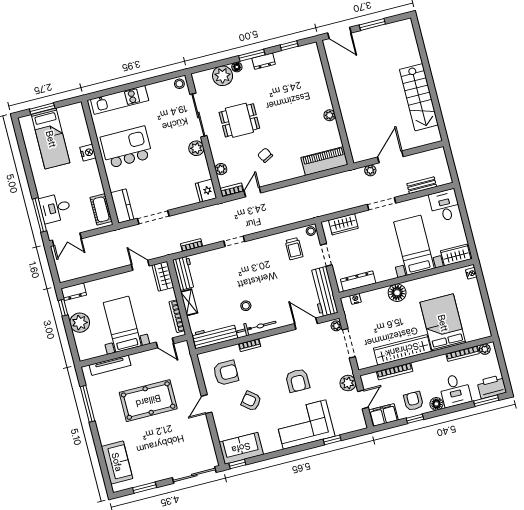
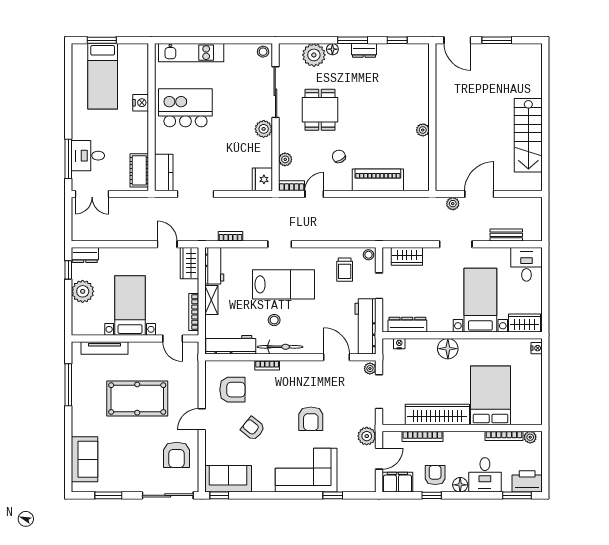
dining table: (239, 120) -> (320, 110), turned 90
piano: (324, 161) -> (378, 180), moved
lab bench: (246, 274) -> (283, 284), added
armchair: (193, 439) -> (177, 455), added

